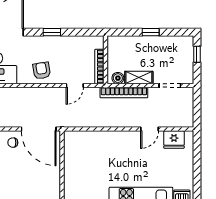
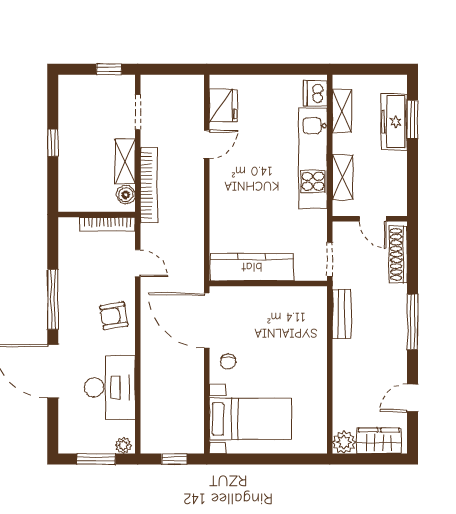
window: (52, 32) -> (53, 299), width x2.17
window: (197, 54) -> (109, 69), moved
door: (39, 129) -> (207, 321), swing flipped
door: (150, 129) -> (207, 144), hinge flipped
kitchen counter: (72, 158) -> (252, 267), added

